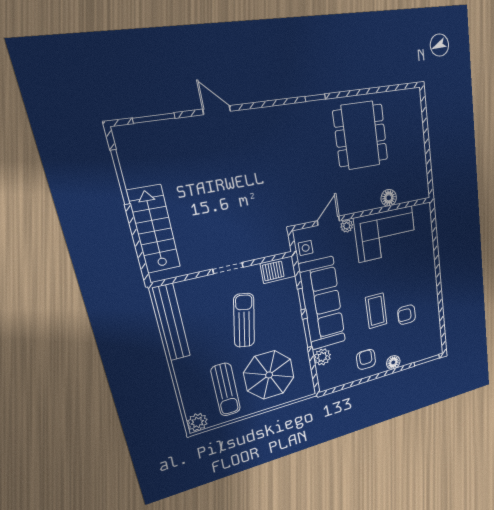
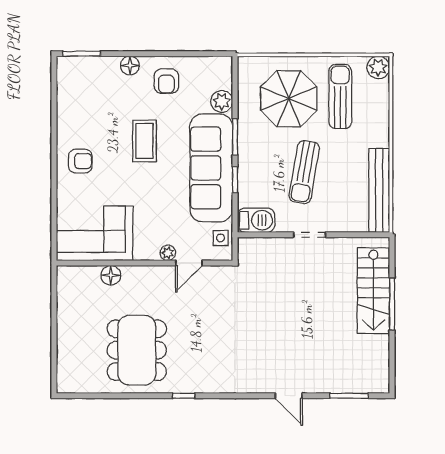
window: (120, 177) -> (392, 304), moved
corner sofa: (386, 234) -> (95, 233), moved
armchair: (407, 315) -> (80, 161), moved

